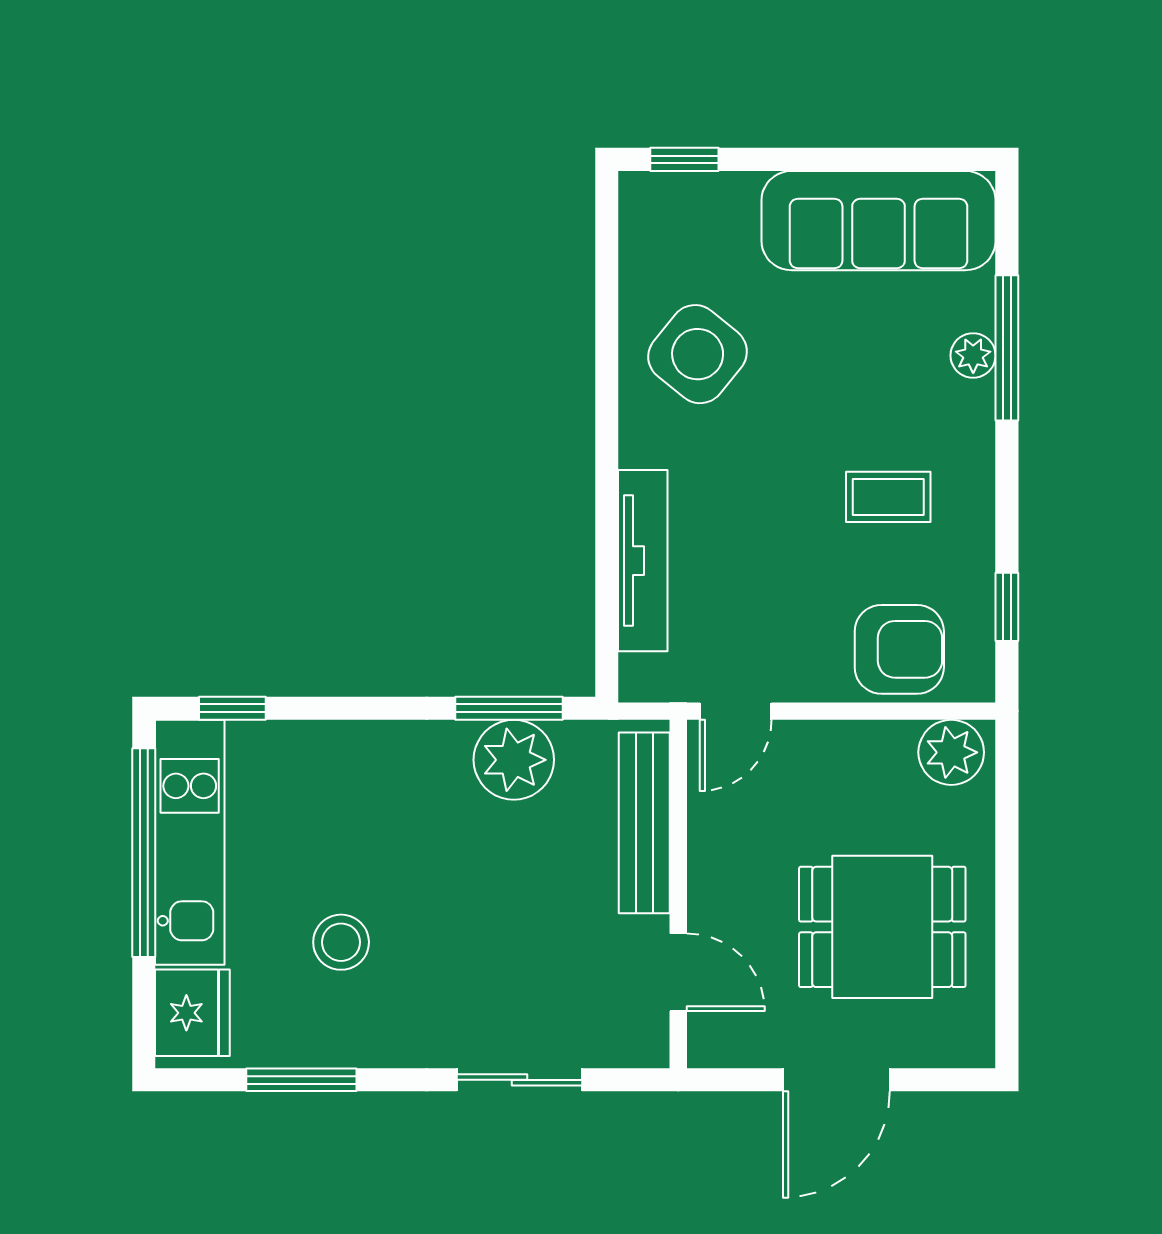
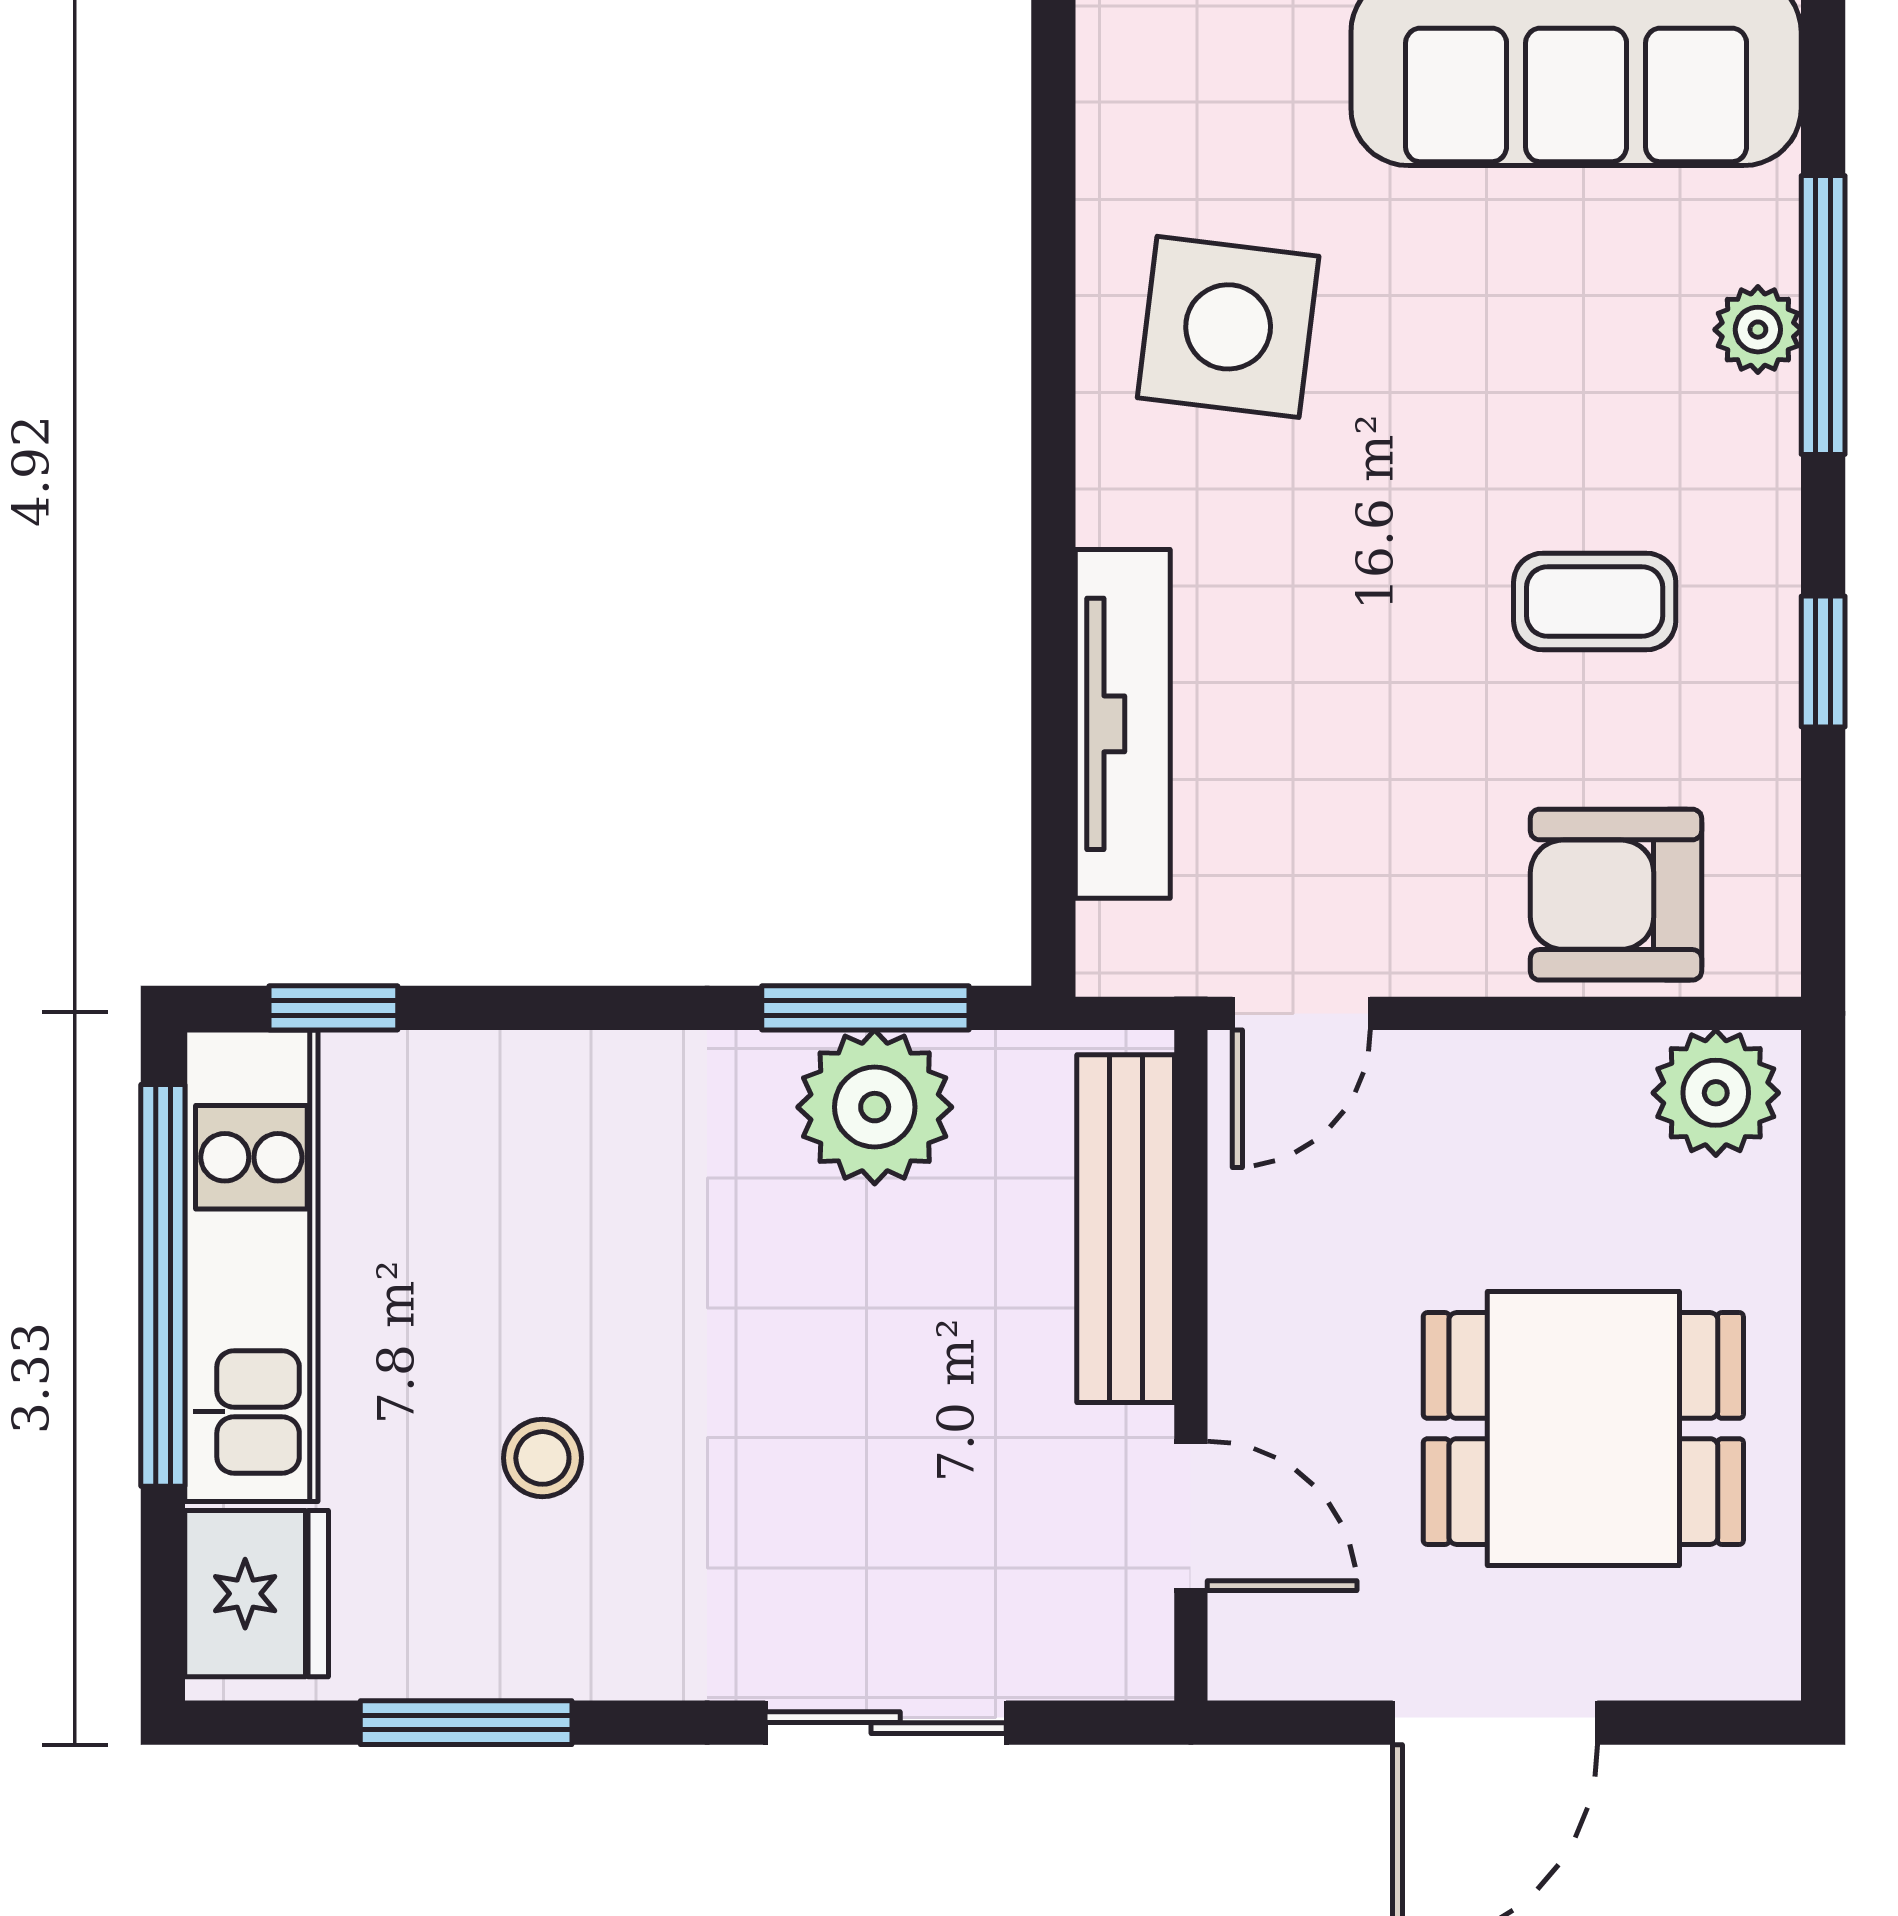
side table: (698, 354) -> (1228, 327), turned -32
window: (1007, 607) -> (1823, 662), moved
armchair: (899, 649) -> (1616, 895), turned 180
stool: (341, 942) -> (542, 1458), width x0.73, depth x0.73

